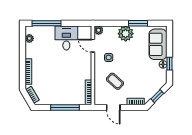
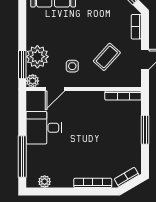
window: (138, 23) -> (22, 65), moved
plant: (126, 34) -> (37, 57), moved
window: (65, 107) -> (145, 130), width x0.69

